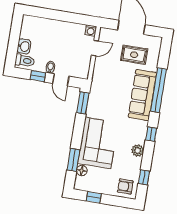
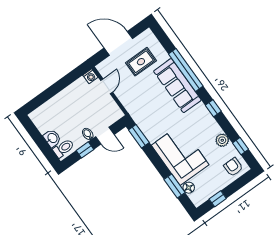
plant: (138, 150) -> (222, 140), moved
armchair: (125, 186) -> (233, 167), turned 90

